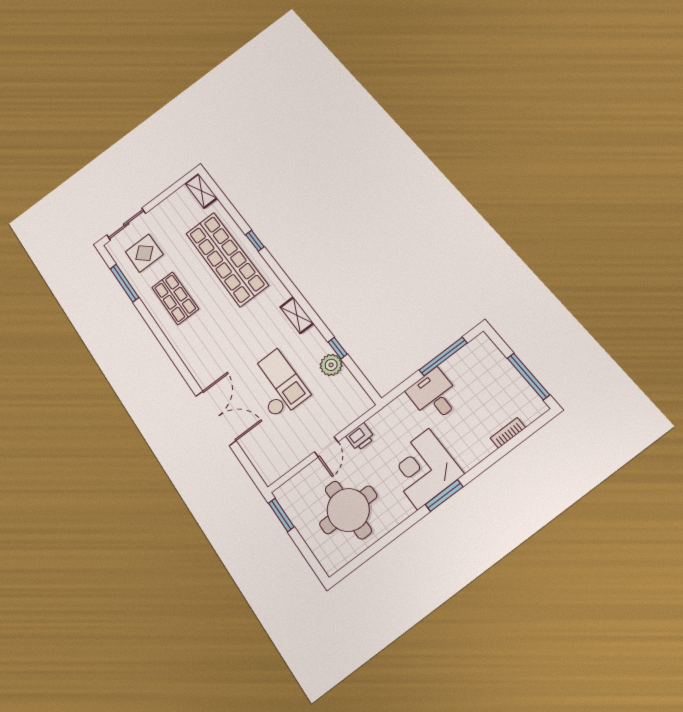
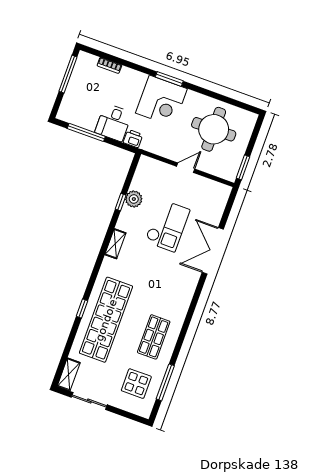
sliding door: (126, 224) -> (89, 401), moved
checkout: (277, 384) -> (167, 226), turned 180
printer: (360, 437) -> (133, 139), moved

